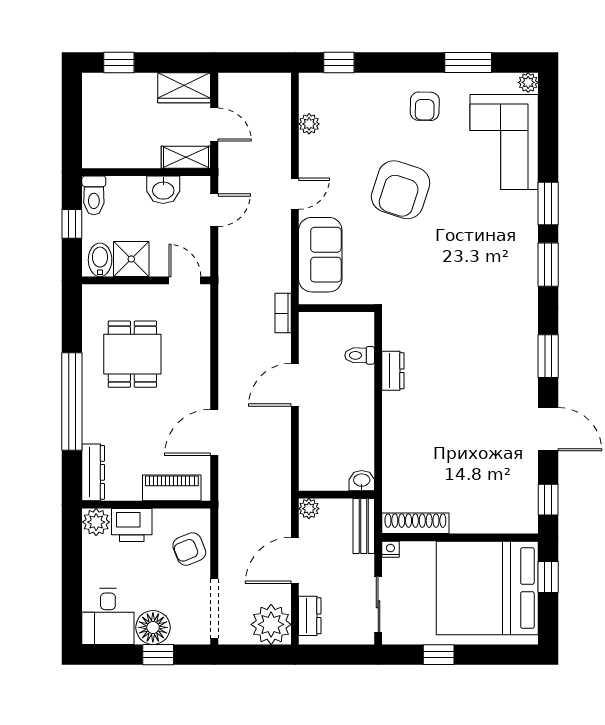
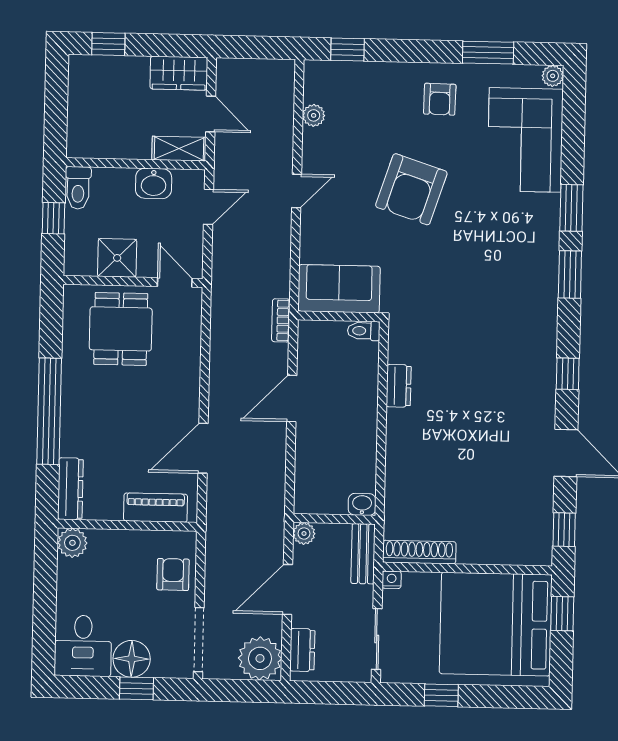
sofa: (320, 255) -> (339, 289), moved, turned -90
bidet: (100, 260) -> (83, 258), removed
dining table: (132, 354) -> (121, 329), moved
toilet: (360, 355) -> (364, 331), moved
window: (548, 356) -> (568, 374), width x0.67
printer: (132, 525) -> (111, 547), removed
armchair: (189, 549) -> (173, 574), turned 112

